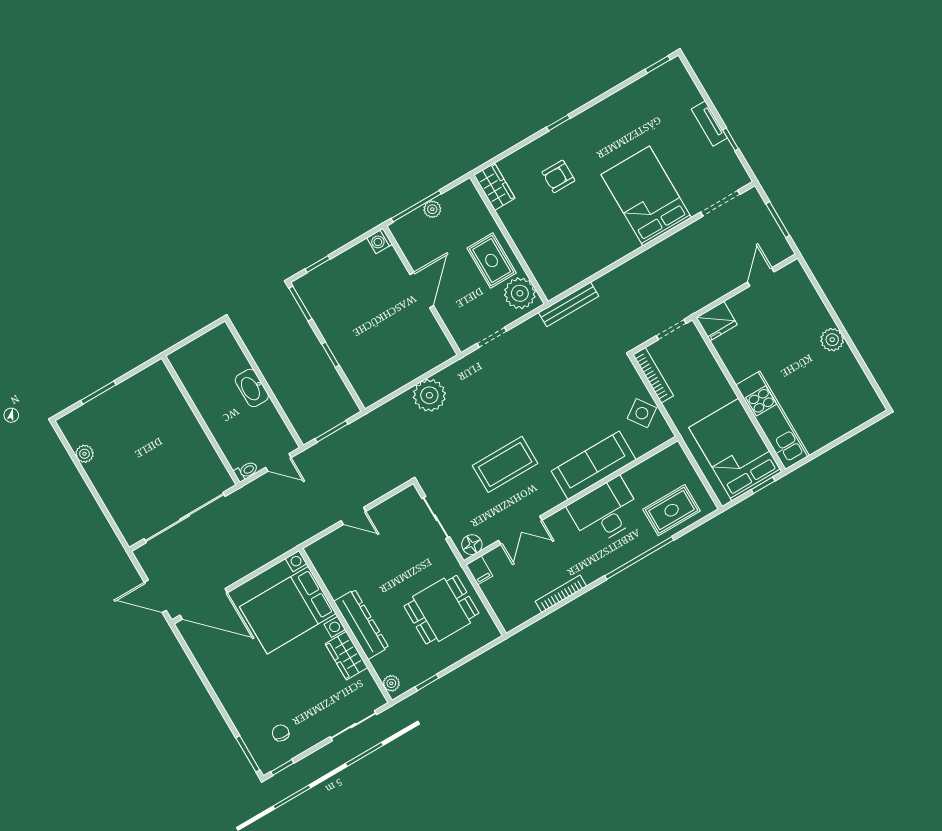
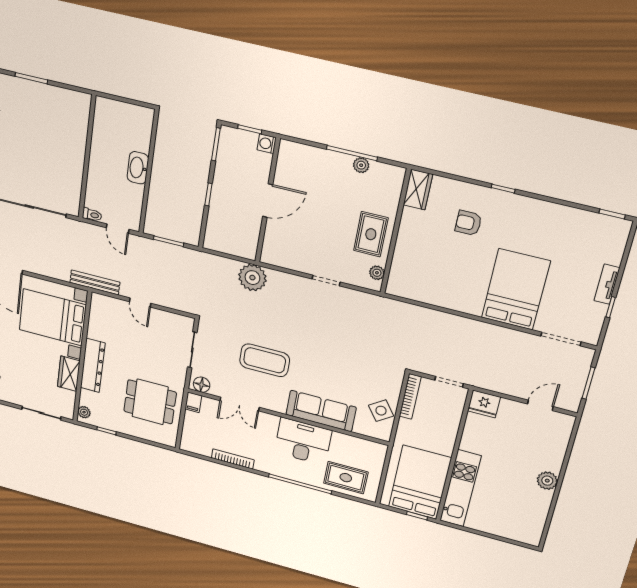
washing machine: (380, 241) -> (267, 144), moved
door: (422, 290) -> (268, 201), moved
wall: (422, 291) -> (268, 201), moved
plant: (520, 293) -> (377, 273), width x0.53, depth x0.53
bench: (569, 304) -> (95, 282), moved

